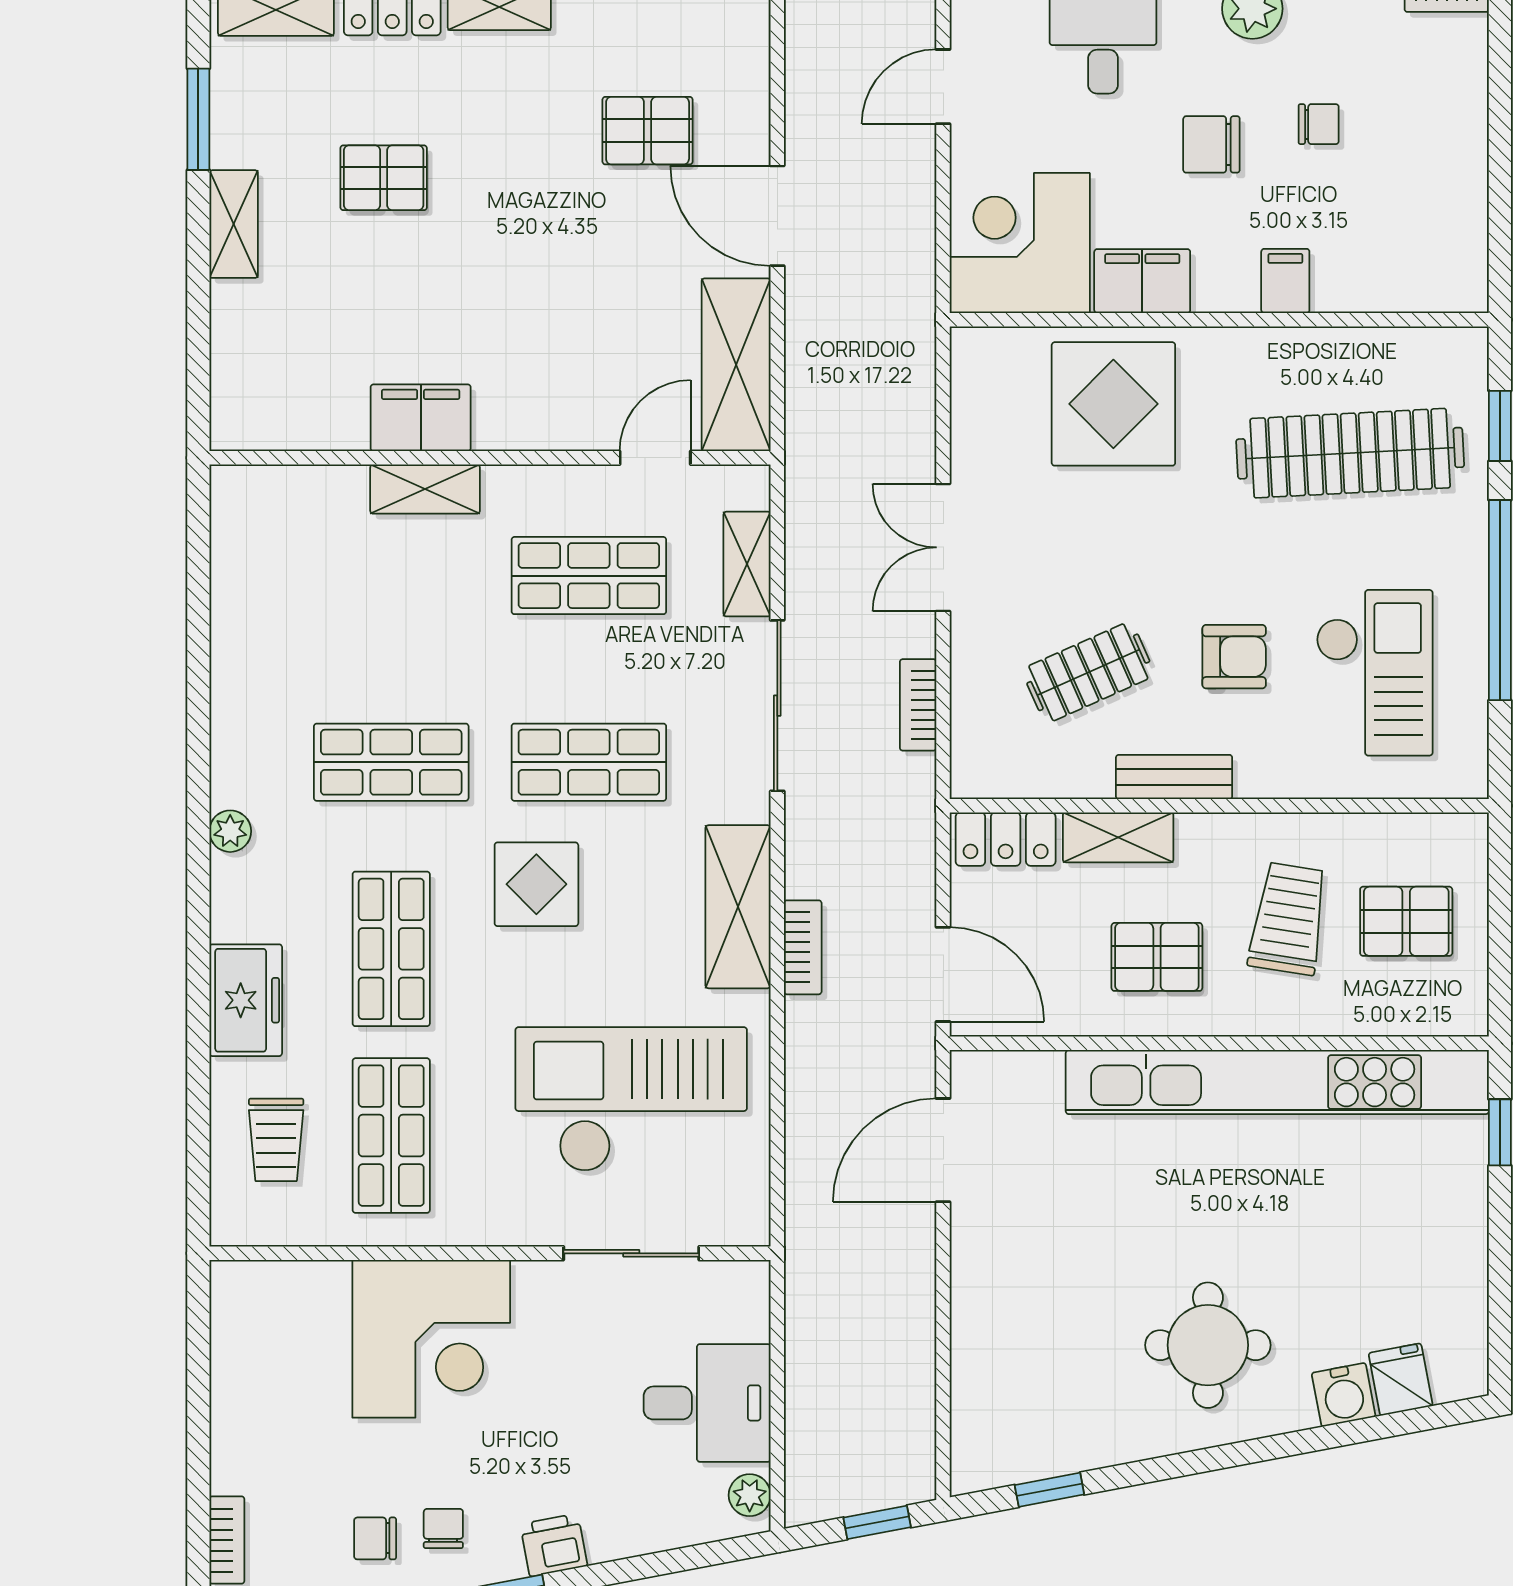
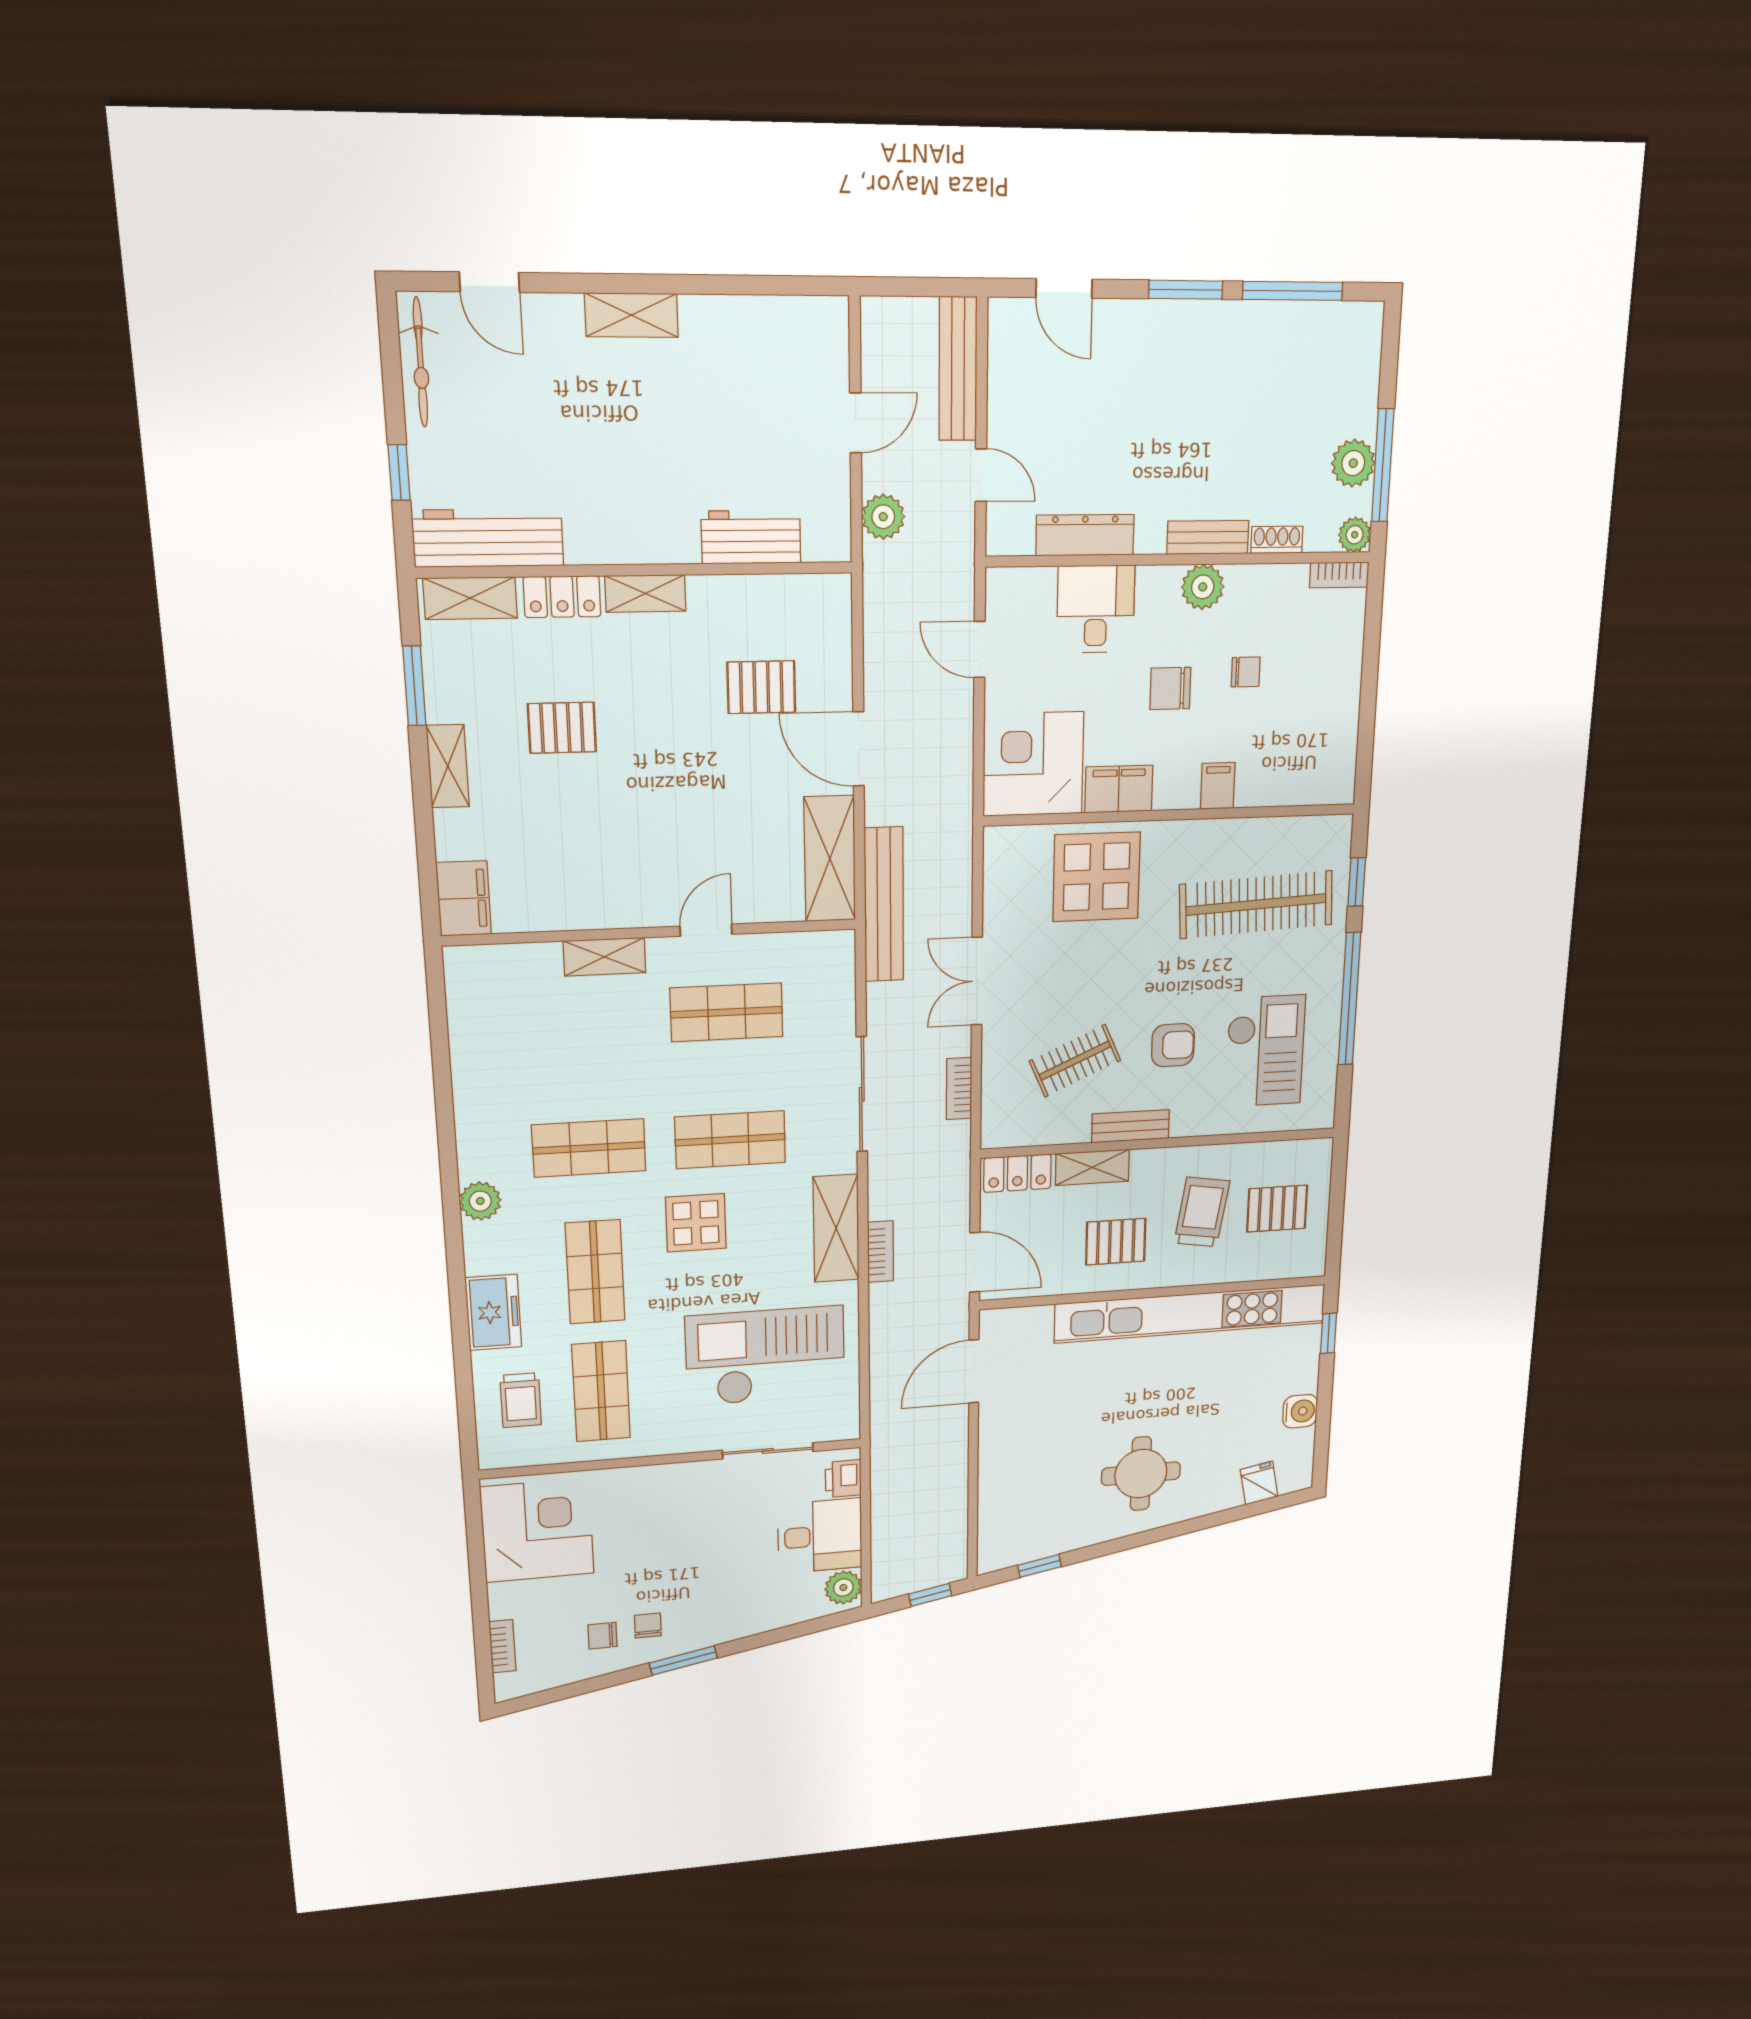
door: (943, 87) -> (979, 649), hinge flipped
filing cabinet: (421, 418) -> (464, 899), moved, turned 90
bench: (811, 432) -> (884, 905), added
door: (655, 458) -> (706, 930), moved
shelving: (747, 564) -> (839, 999), removed
plant: (230, 831) -> (480, 1201), width x1.38, depth x1.38
corner desk: (431, 1339) -> (537, 1530), moved, turned -90
water cooler: (1344, 1395) -> (1300, 1411), moved, turned -79
plant: (750, 1495) -> (843, 1588), width x1.38, depth x1.38
printer: (554, 1545) -> (843, 1479), moved, turned -79

